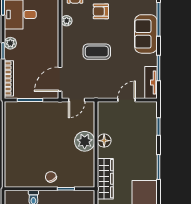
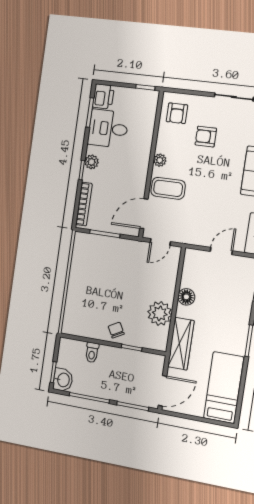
plant: (67, 21) -> (160, 160), moved
coffee table: (97, 52) -> (168, 188), moved
plant: (85, 141) -> (160, 313), moved

